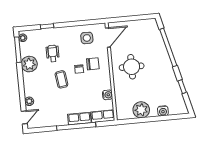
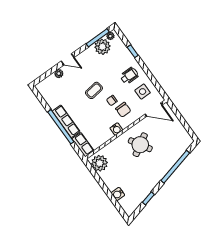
wheelchair: (53, 53) -> (129, 76), moved
plant: (29, 64) -> (102, 47), moved
round table: (132, 67) -> (140, 145), turned -31
water cooler: (108, 95) -> (116, 129), moved
plant: (141, 110) -> (100, 163), moved
door: (24, 117) -> (68, 59), moved
row of seats: (79, 119) -> (66, 121), width x1.48

